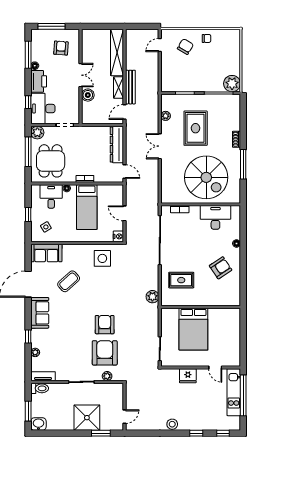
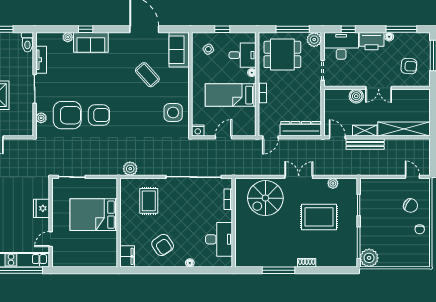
spiral stairs: (206, 177) -> (265, 198), moved, width x0.73, depth x0.73
filing cabinet: (231, 299) -> (127, 256), added
sofa: (40, 313) -> (91, 42), moved
tv unit: (43, 376) -> (41, 60), moved

